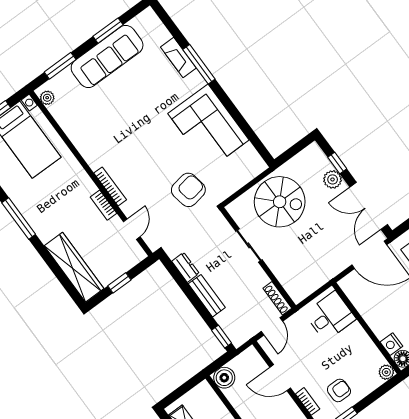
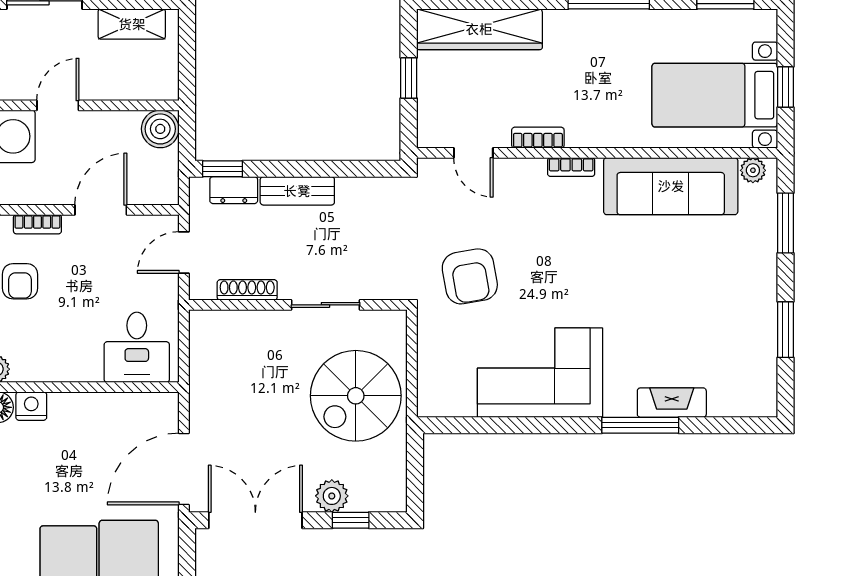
sofa: (107, 56) -> (671, 186), moved, turned -90
bookcase: (110, 186) -> (571, 167), width x0.64
dresser: (185, 267) -> (234, 190), moved
shoe rack: (277, 298) -> (247, 290), moved
door: (272, 326) -> (184, 252), hinge flipped

